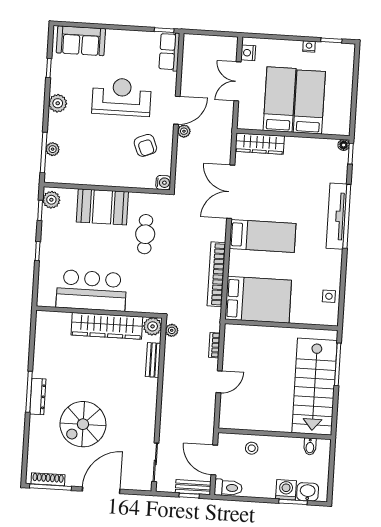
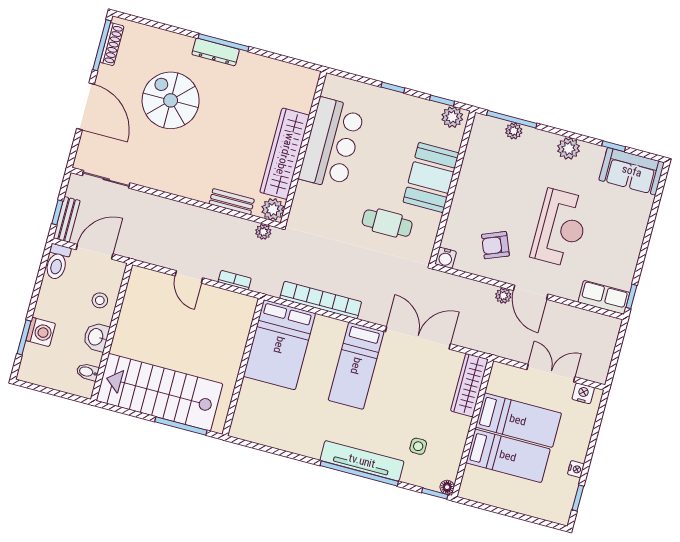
sofa: (81, 41) -> (632, 171), moved, turned -90
side table: (329, 296) -> (418, 446), moved
washbasin: (308, 492) -> (96, 337), moved, turned 180

